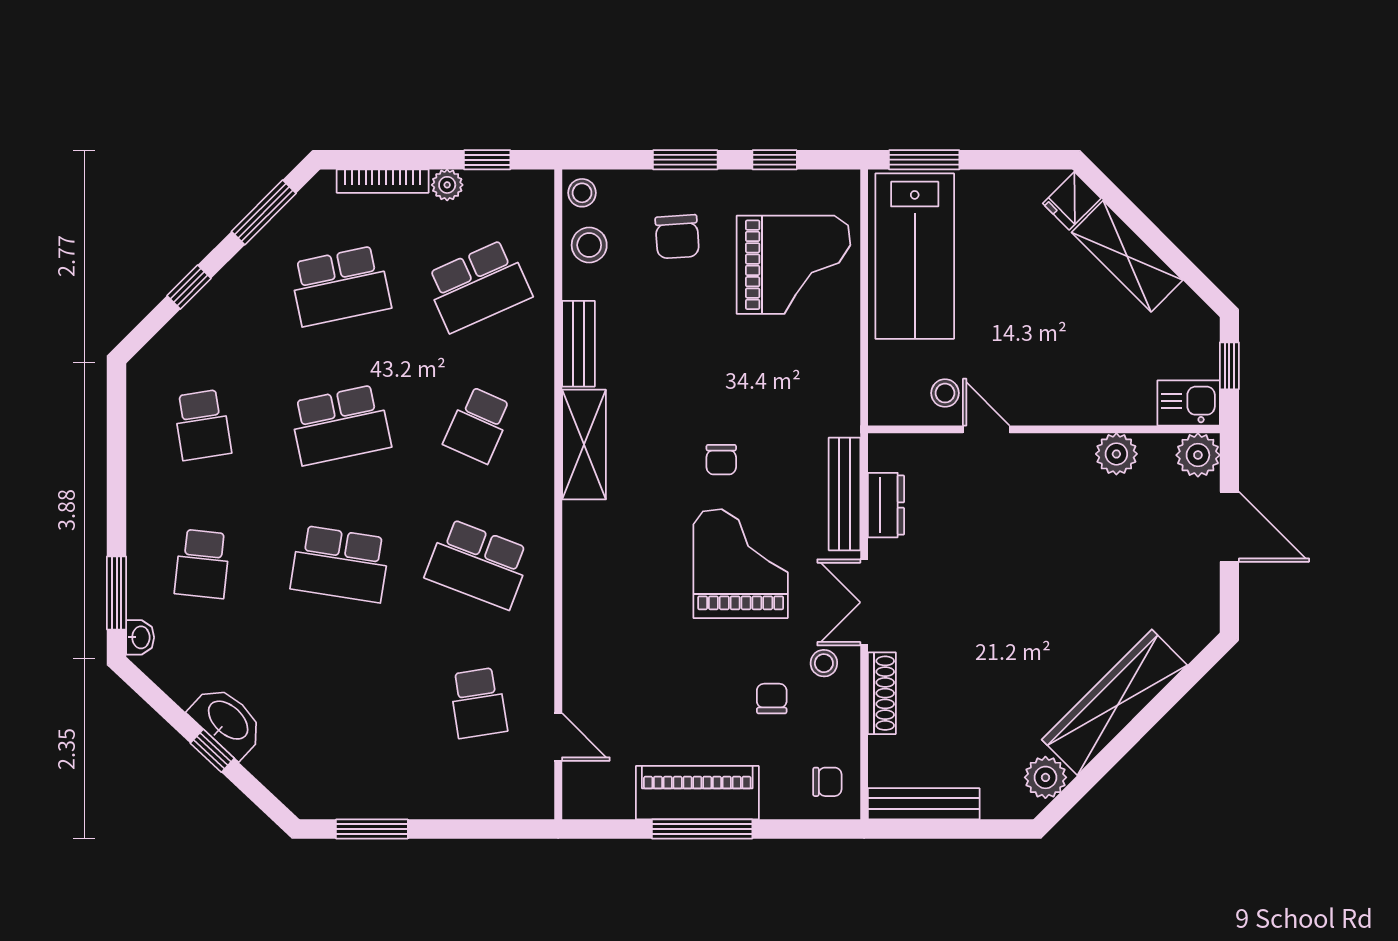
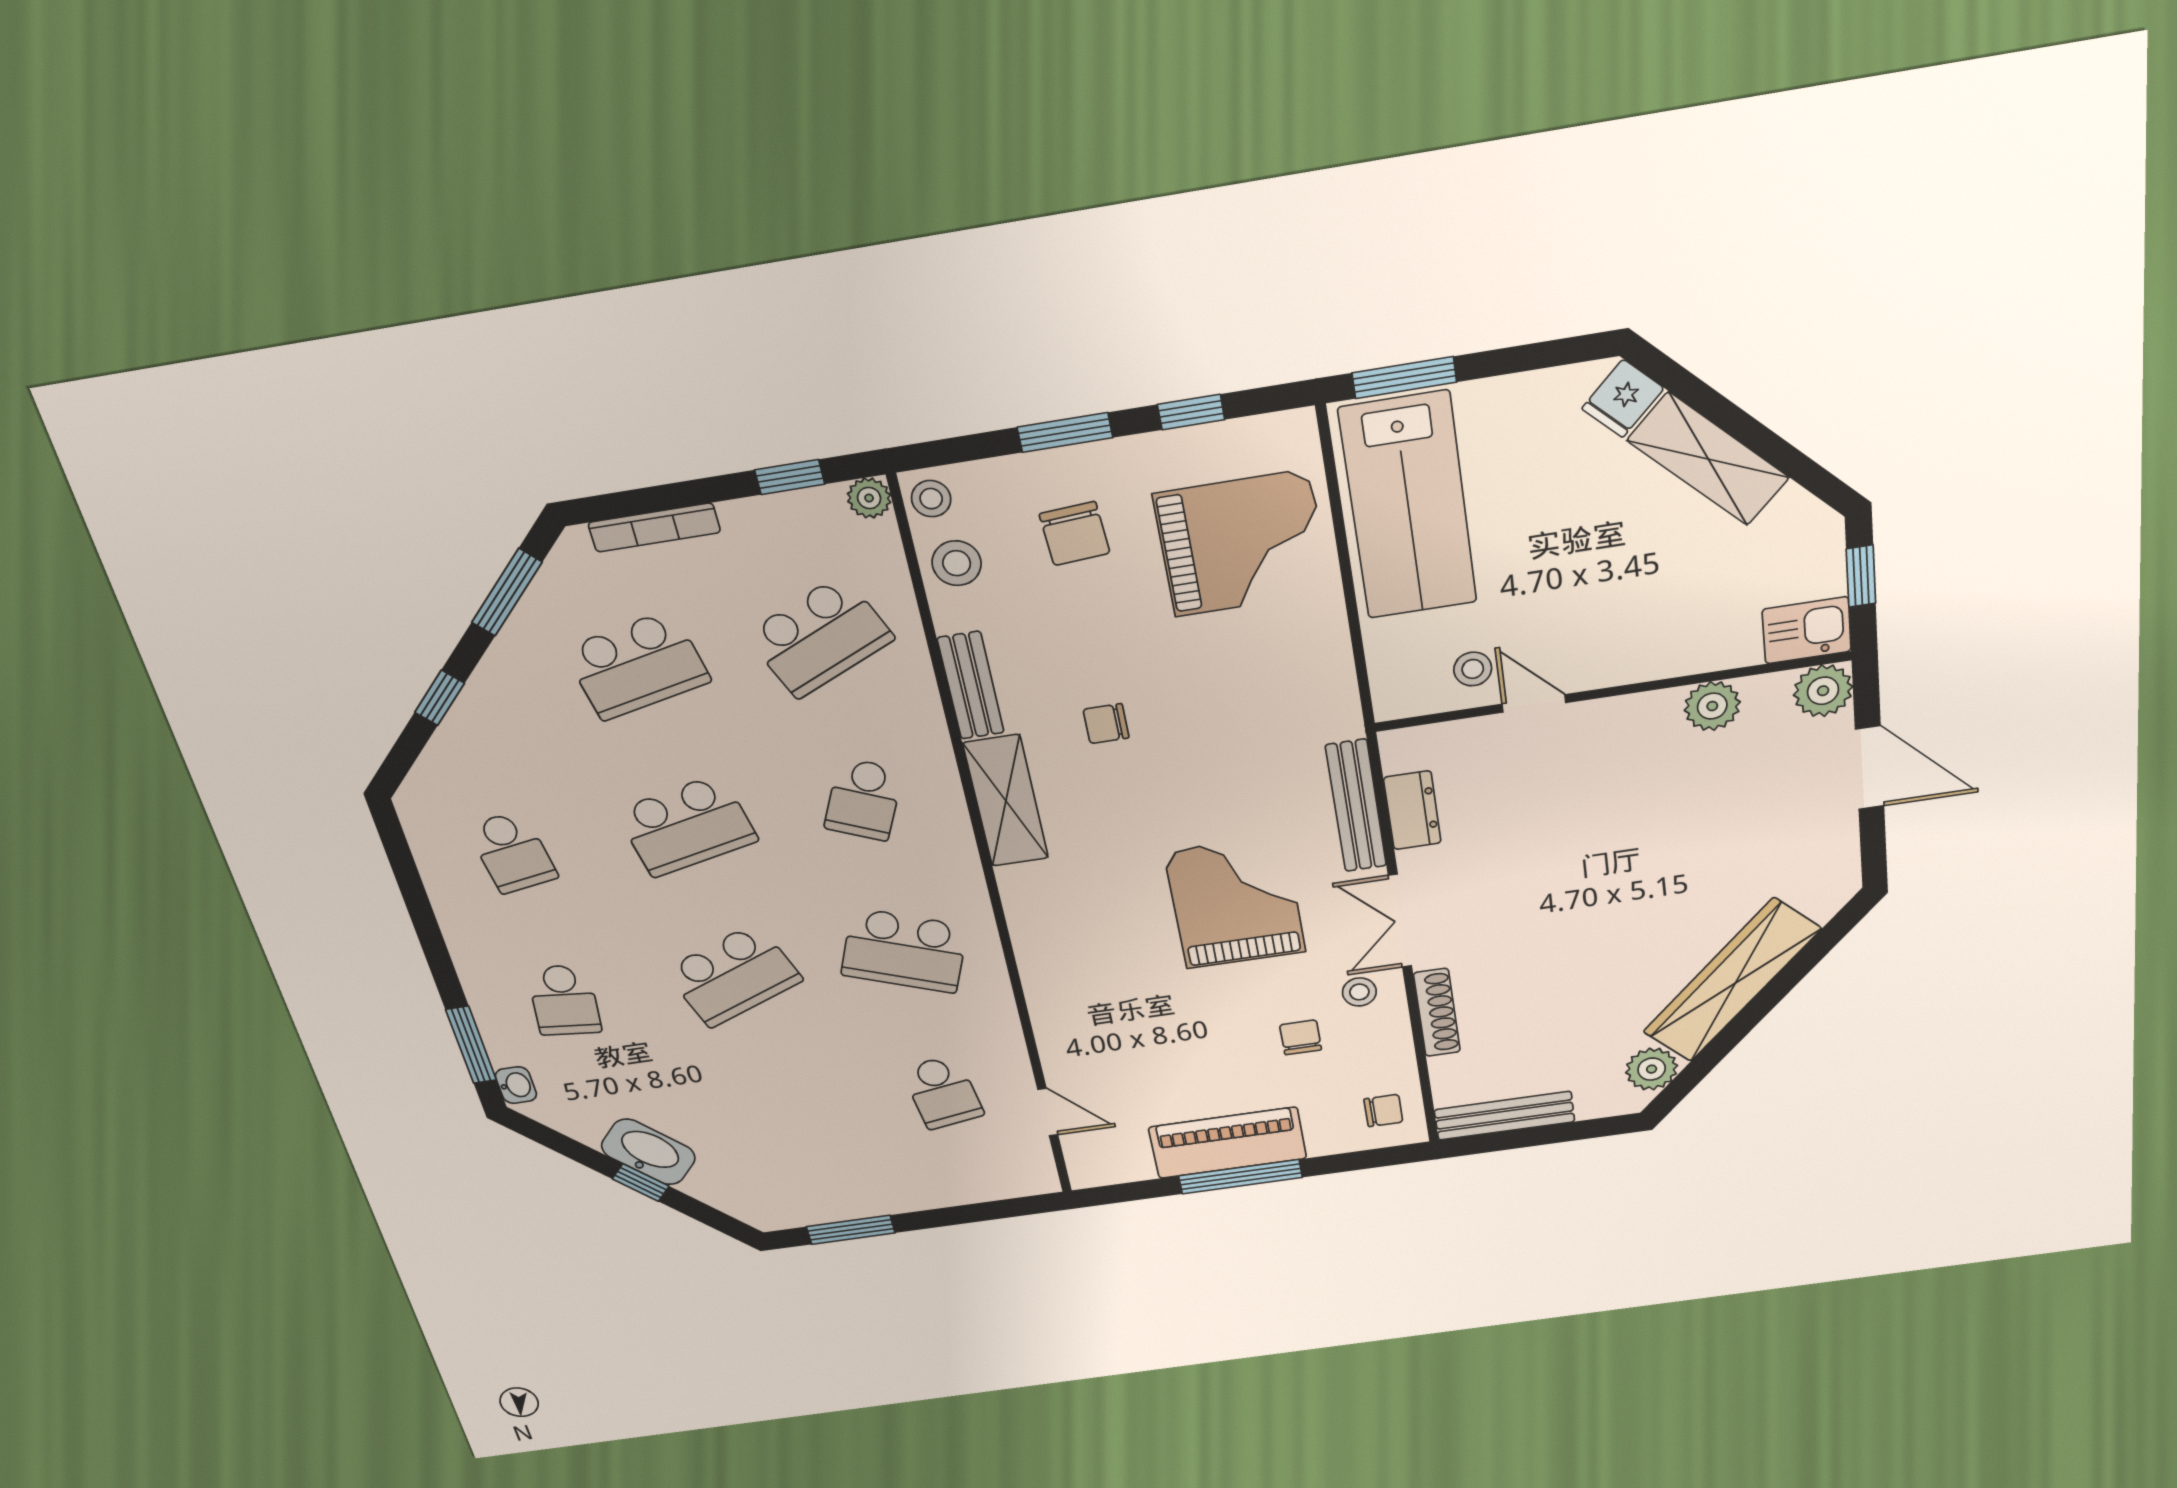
plant: (447, 185) -> (869, 498), moved
chair: (721, 460) -> (1106, 724), moved, turned 90
school desk: (340, 564) -> (733, 976), turned -30

